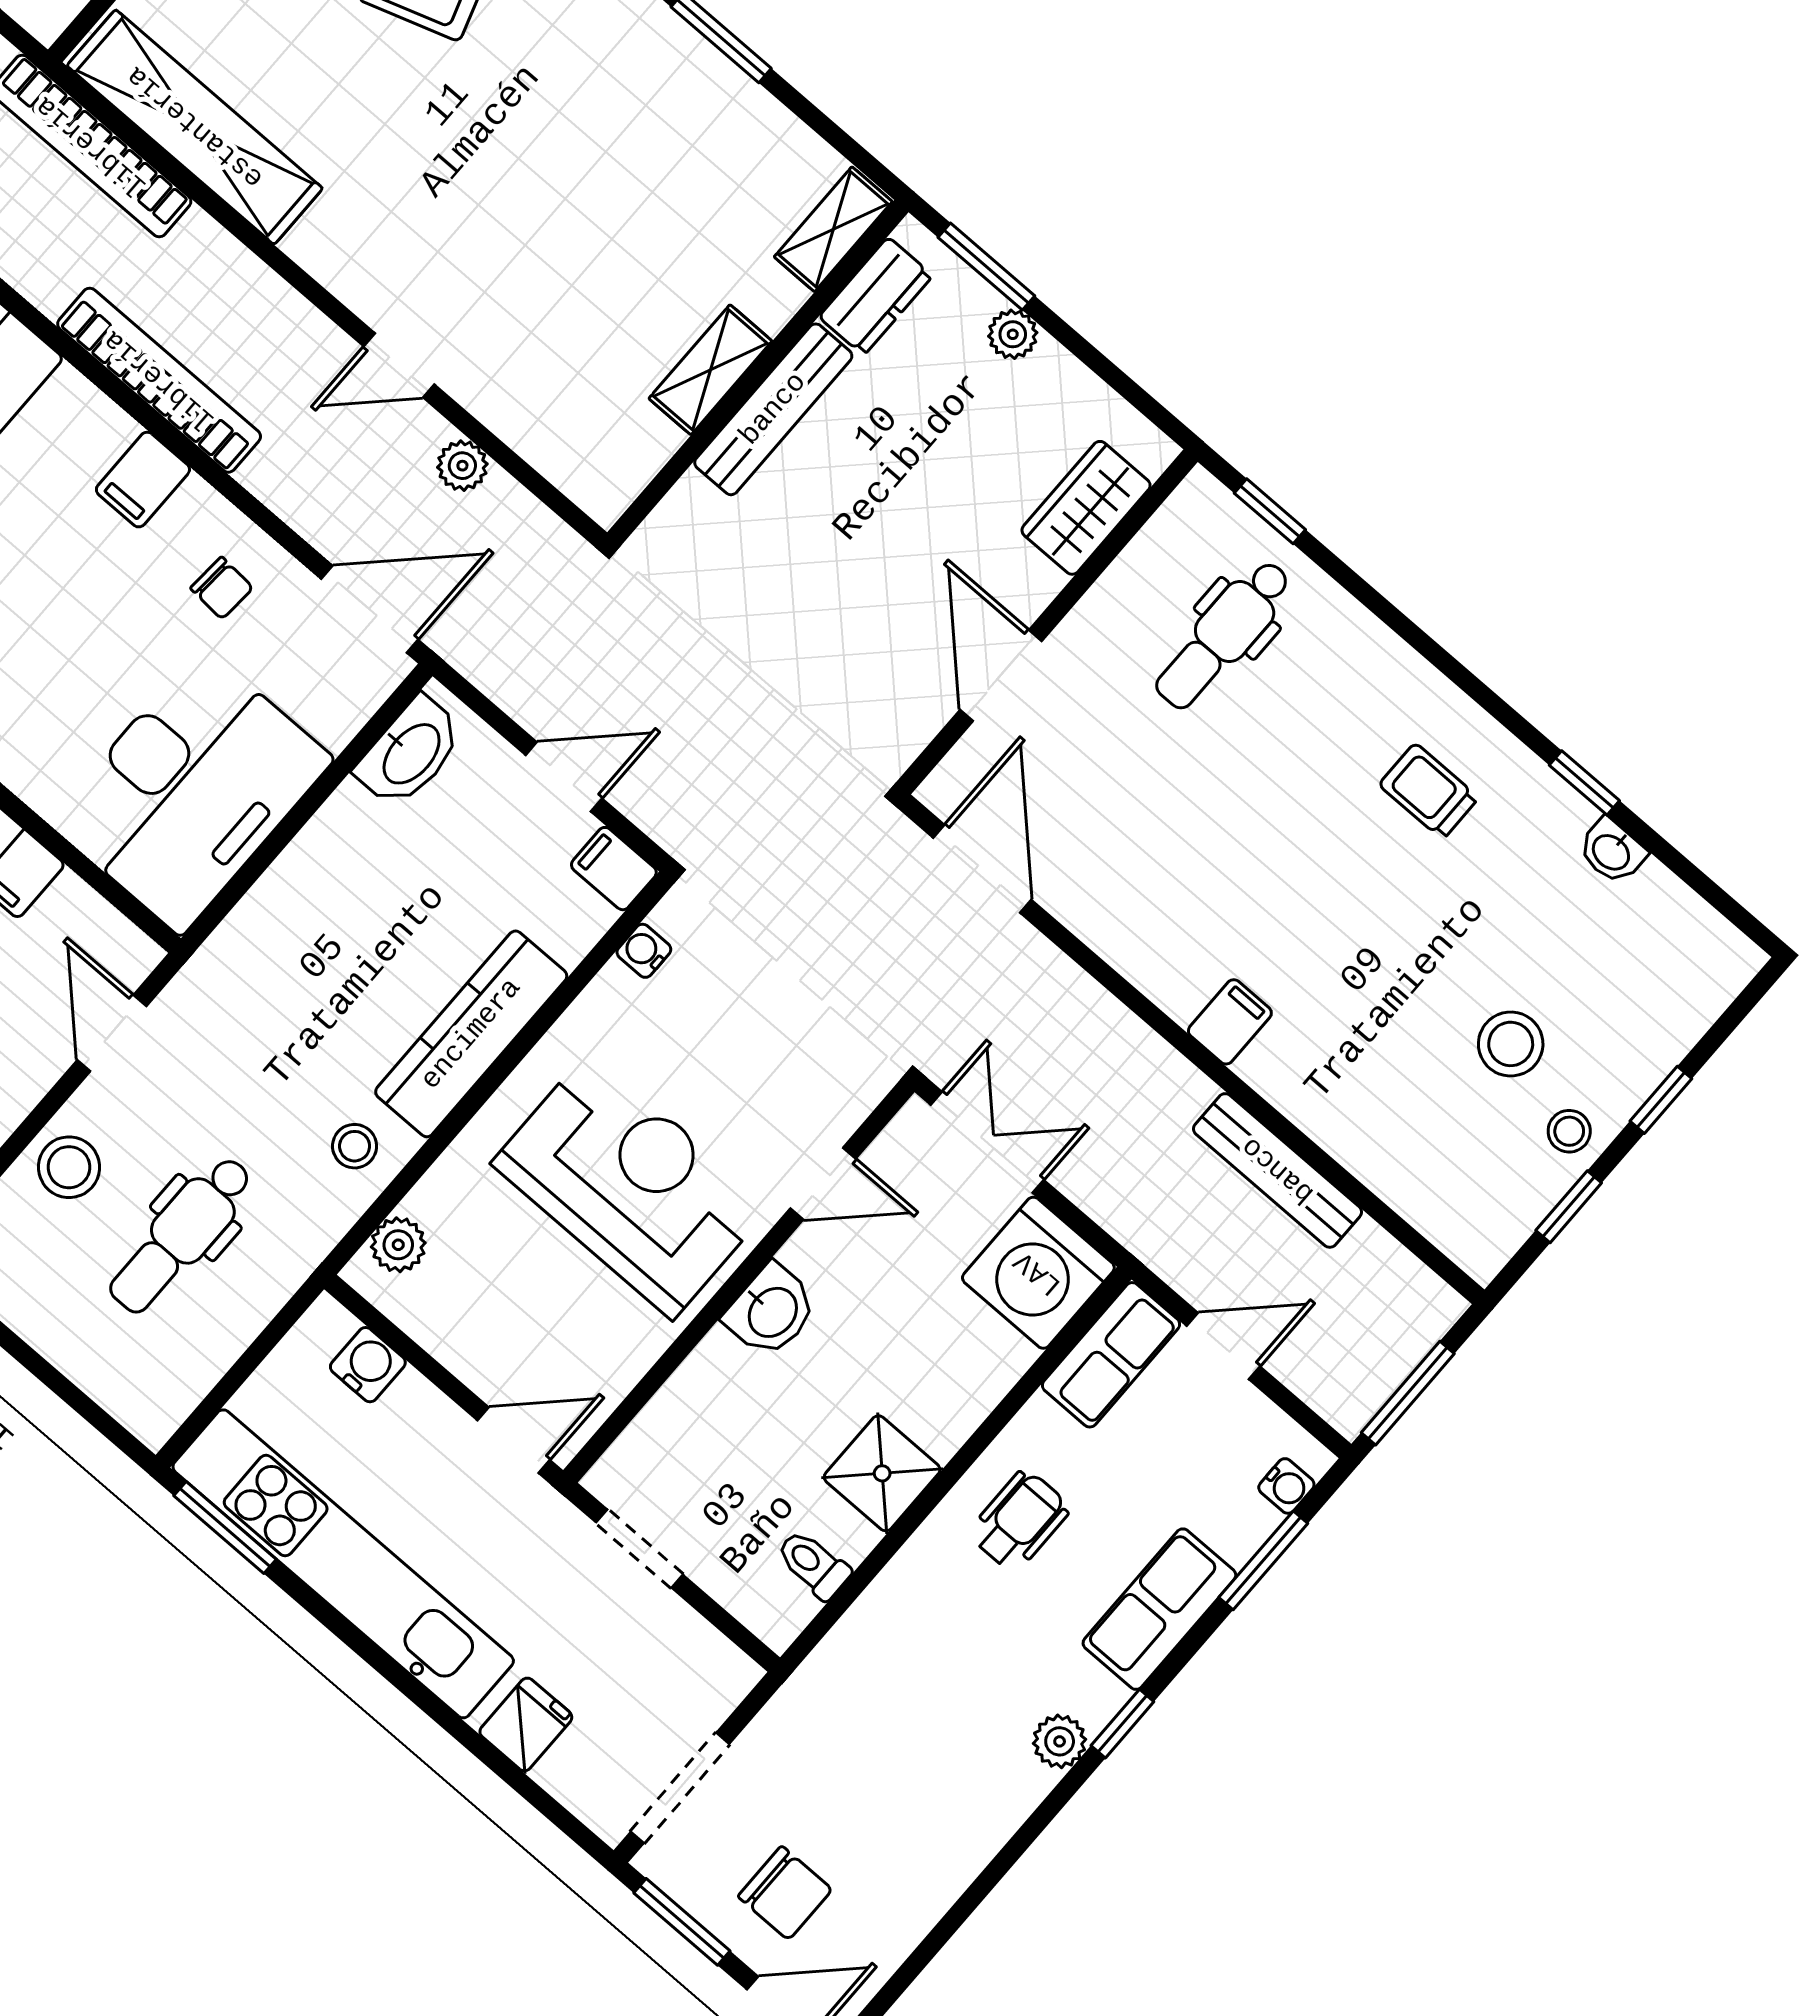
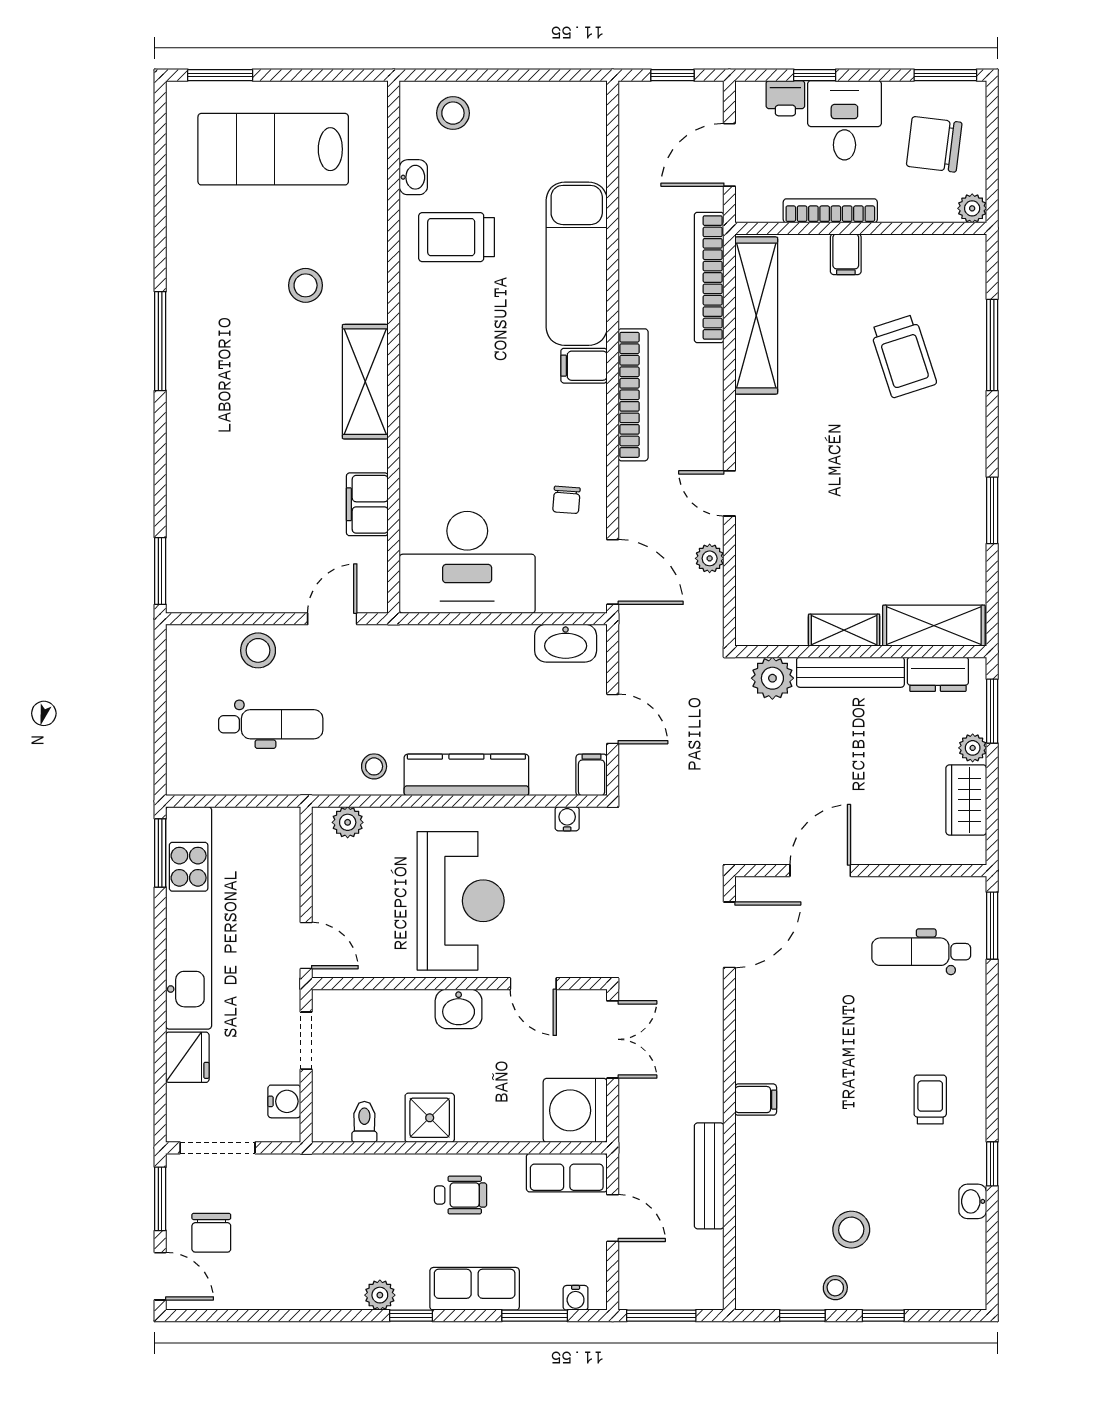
shelving: (833, 229) -> (934, 626), width x1.50, depth x1.33
filing cabinet: (143, 480) -> (584, 366), moved
wardrobe: (1086, 508) -> (966, 800), moved, turned -90
window: (1270, 511) -> (992, 926), width x1.50
plant: (692, 519) -> (772, 678), added
dental chair: (181, 1235) -> (271, 724), turned 180
water cooler: (368, 1365) -> (284, 1101), moved
fridge: (526, 1724) -> (187, 1057), width x1.38

